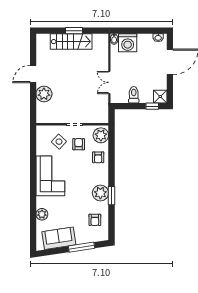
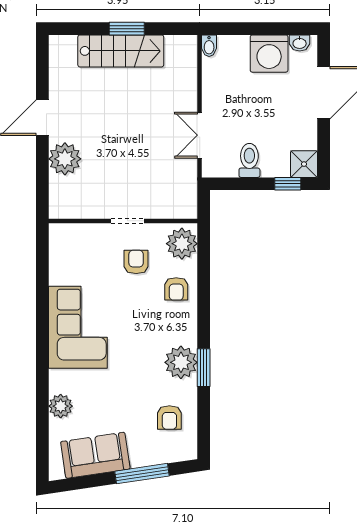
washing machine: (128, 43) -> (269, 54), moved
side table: (59, 142) -> (96, 257), removed

